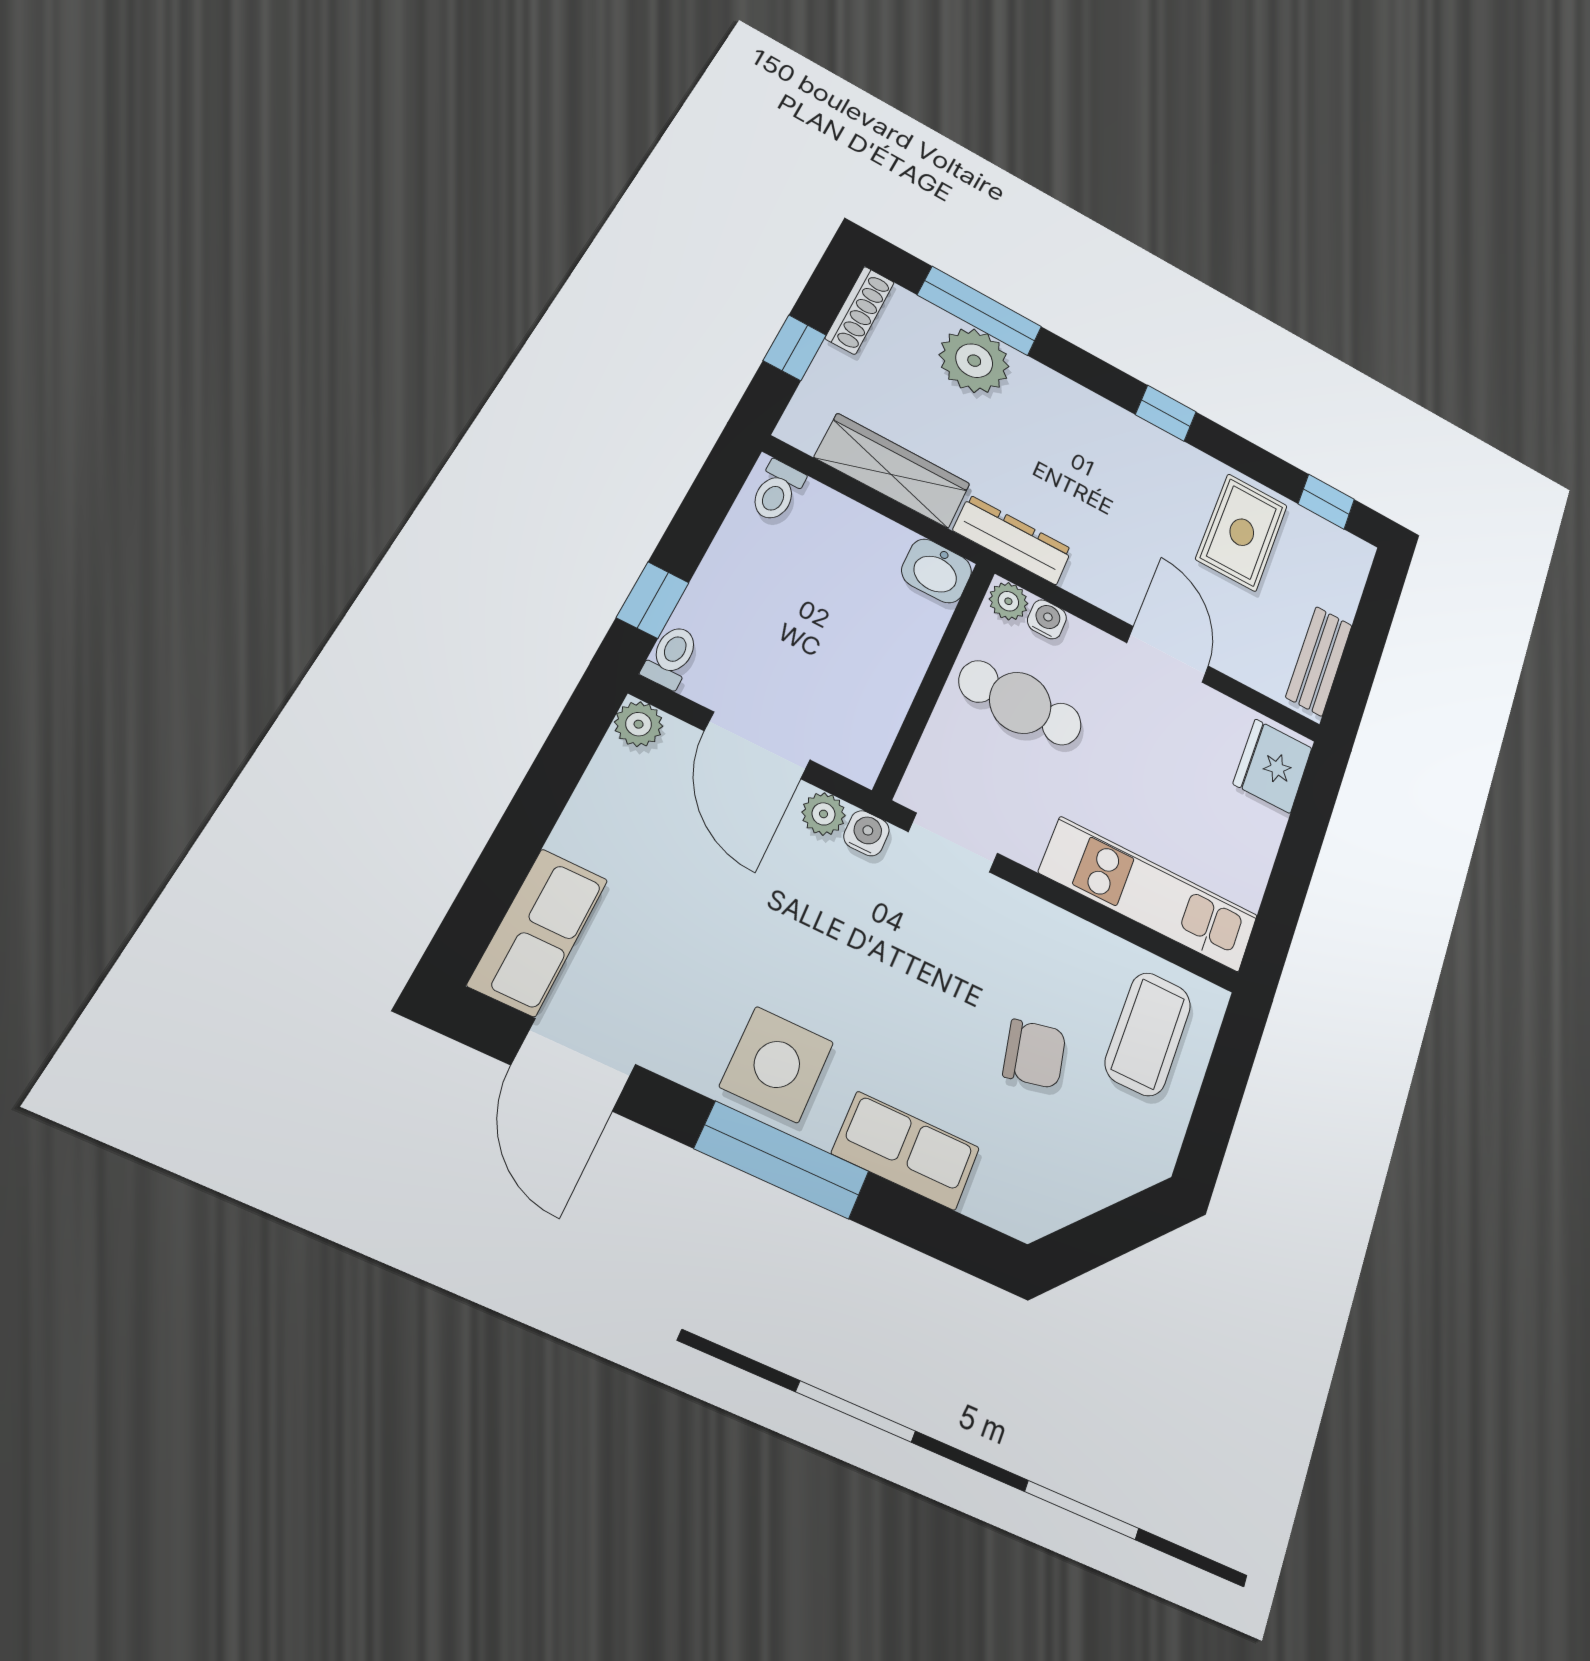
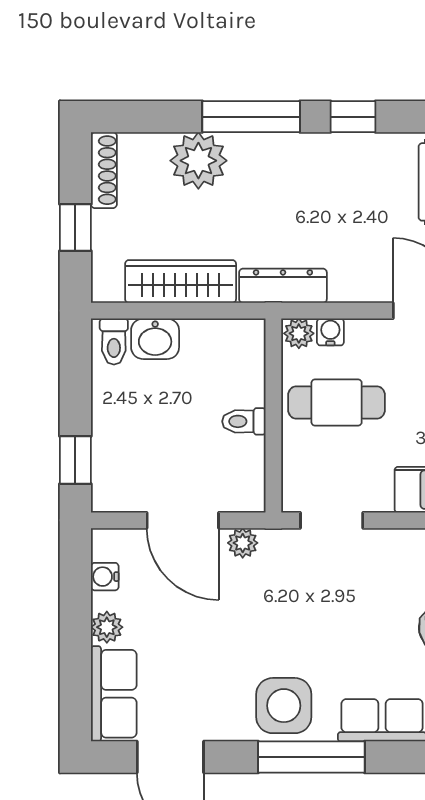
window: (980, 311) -> (251, 117), moved
washbasin: (937, 571) -> (155, 339), moved
toilet: (671, 656) -> (244, 421), moved, turned -90
plant: (639, 724) -> (107, 627), moved
water cooler: (866, 833) -> (105, 577), moved, turned -90

